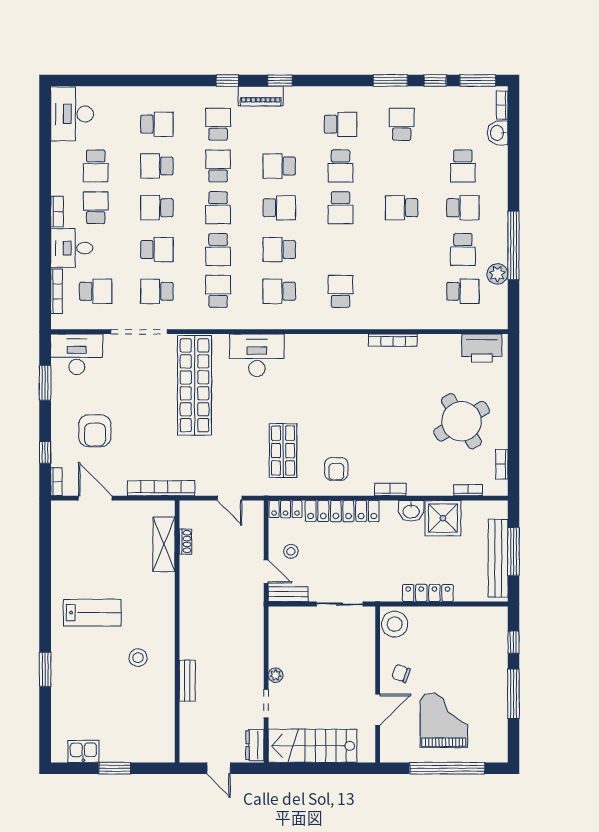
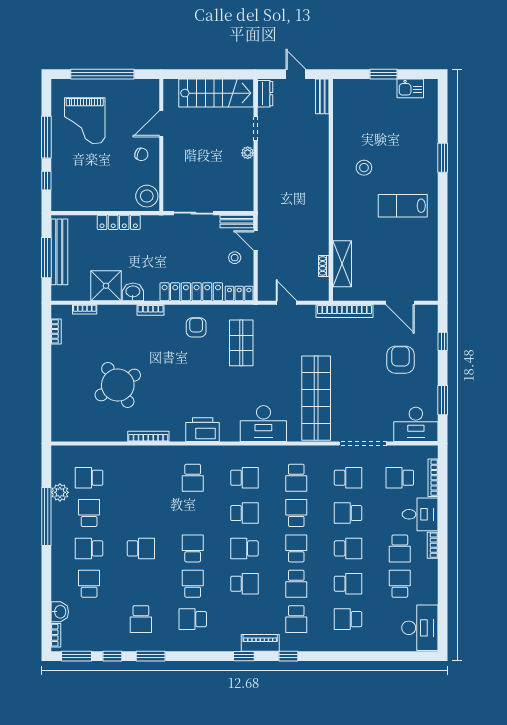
printer: (482, 348) -> (203, 430), moved
round table: (461, 421) -> (118, 385), moved
bookcase: (56, 482) -> (433, 317), removed
bench: (187, 681) -> (322, 96), moved
grand piano: (444, 720) -> (85, 121), moved

